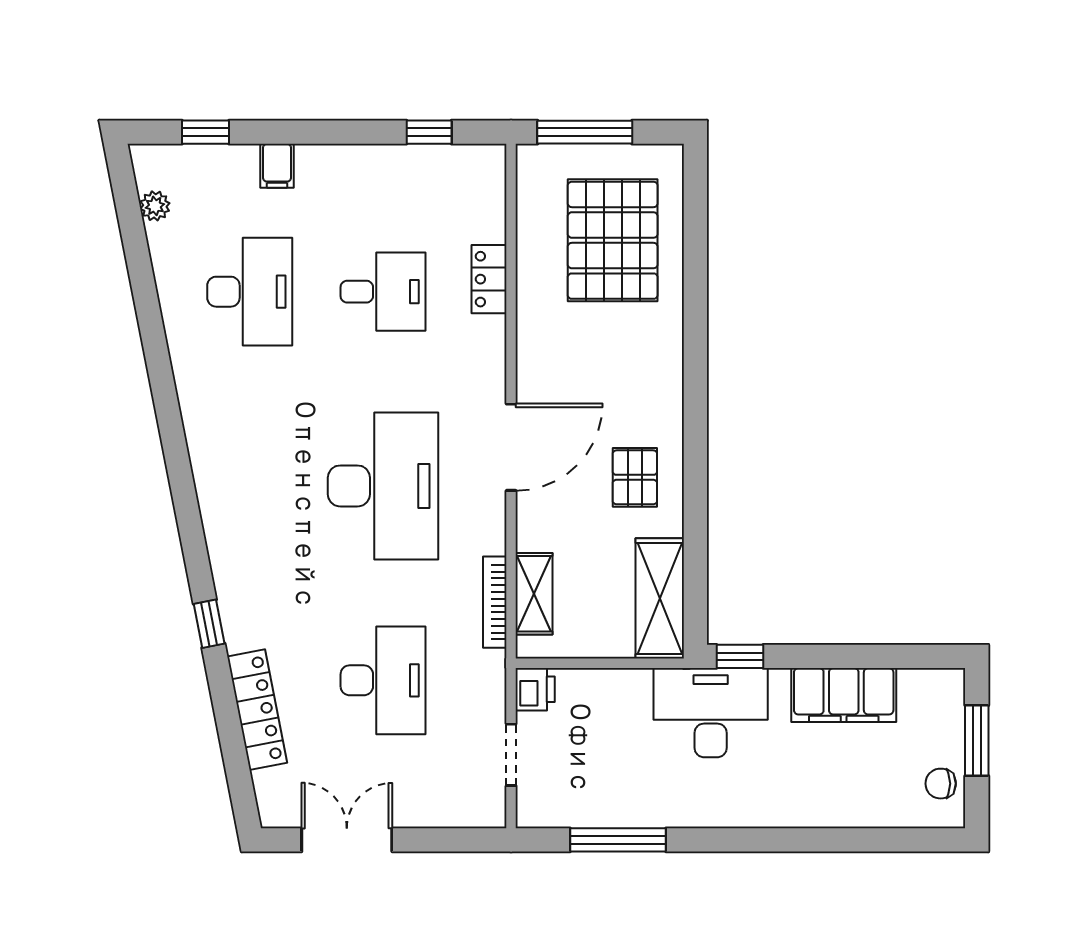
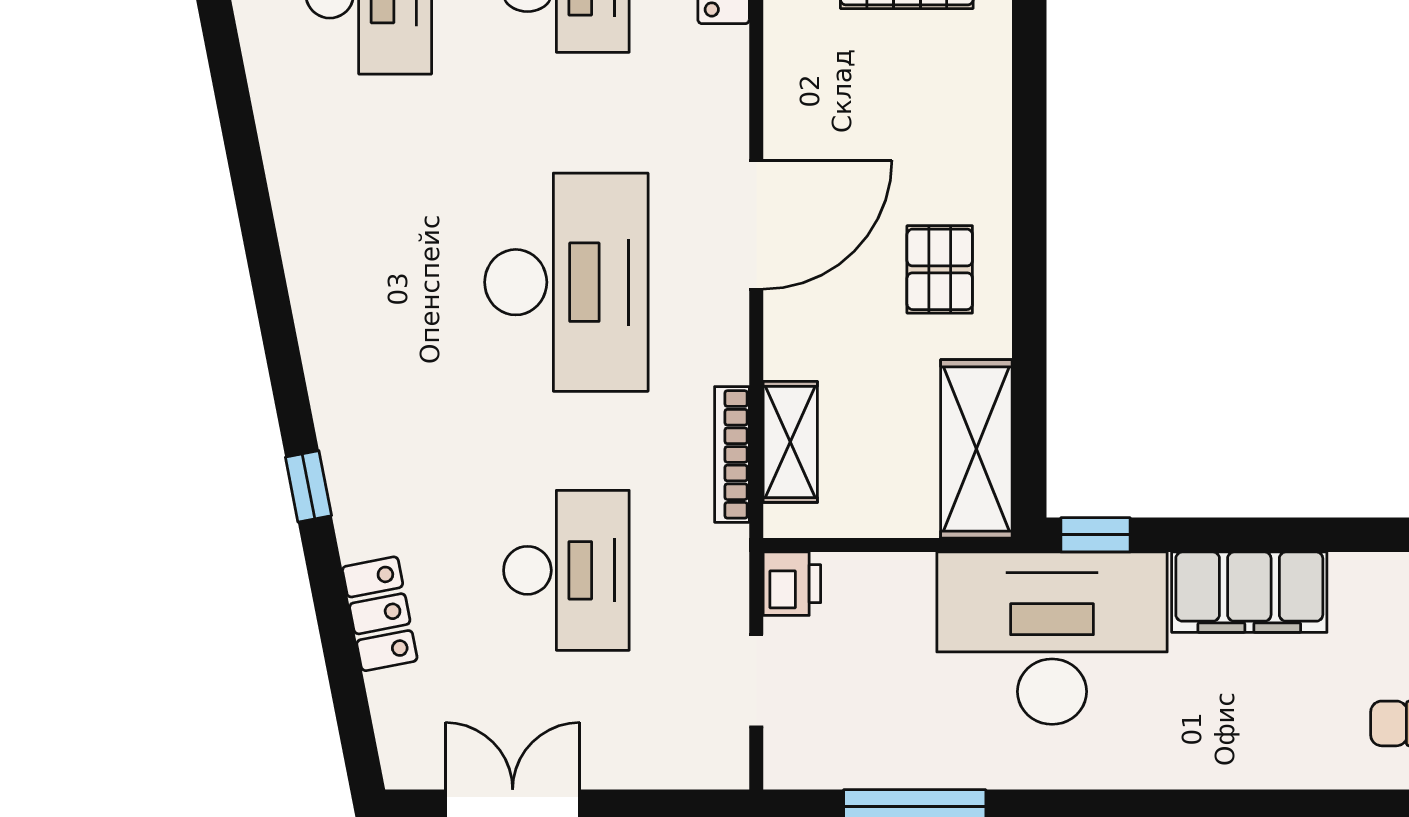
locker: (257, 710) -> (380, 614), width x0.66
desk: (711, 713) -> (1052, 638), width x1.36, depth x1.30

